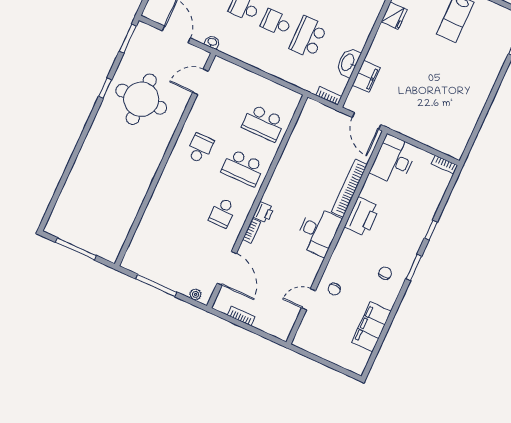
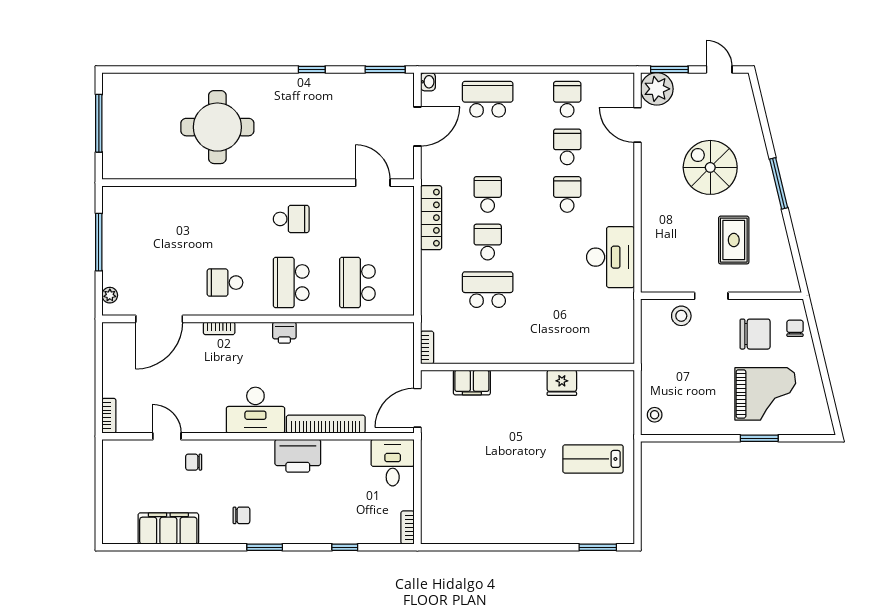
washbasin: (212, 42) -> (428, 82), moved
locker: (242, 53) -> (431, 218), added
washbasin: (348, 62) -> (479, 353), removed
round table: (141, 99) -> (217, 127), moved
desk: (394, 160) -> (393, 463), width x0.73
printer: (264, 212) -> (284, 333), moved
window: (431, 230) -> (345, 547), moved
bookcase: (241, 316) -> (109, 416), moved

